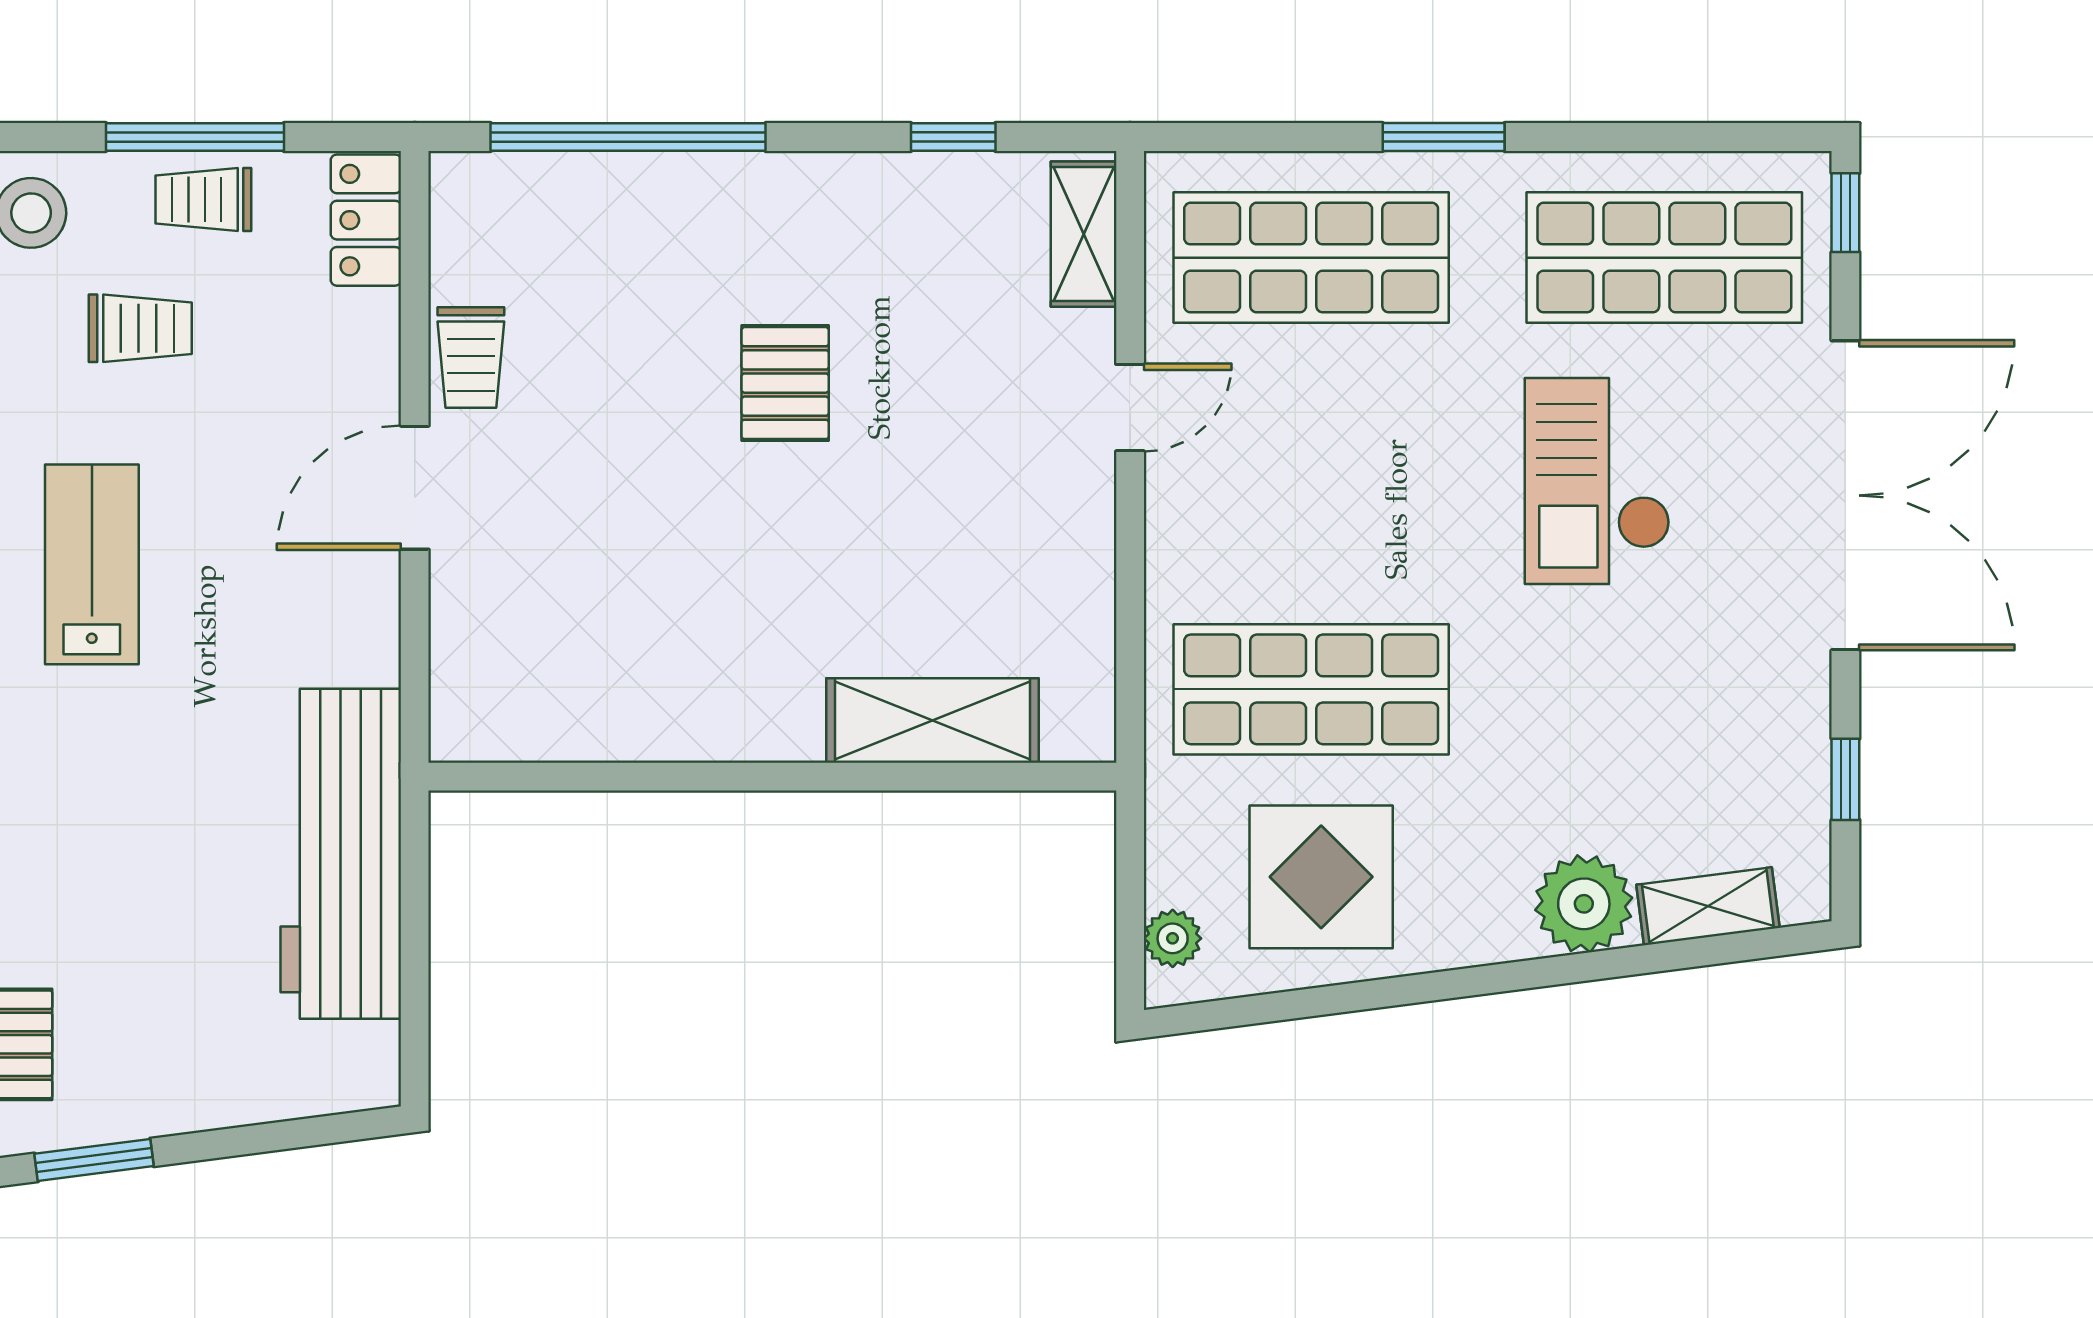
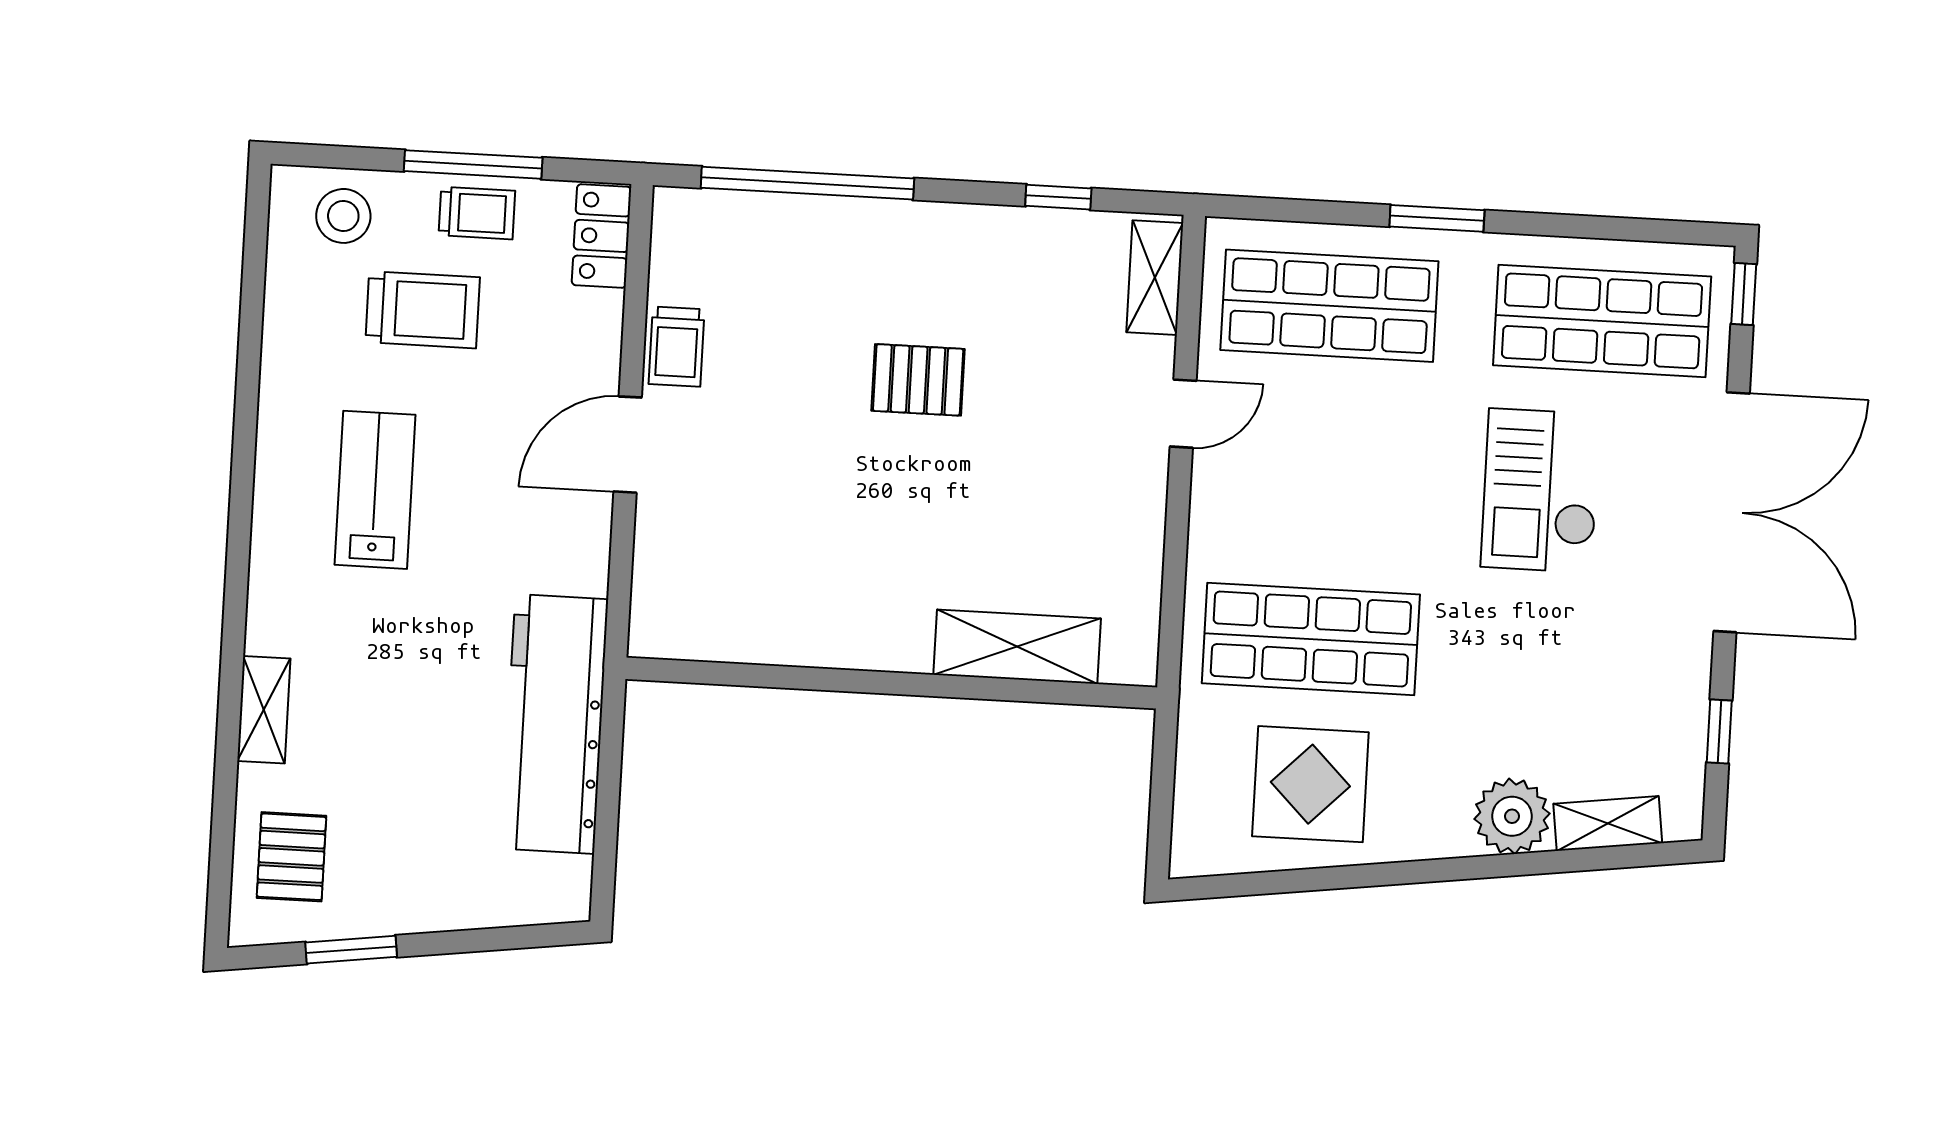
trolley: (203, 199) -> (477, 213), turned 180
trolley: (140, 328) -> (423, 310), width x1.36, depth x1.39
pallet: (785, 383) -> (918, 380), turned 90
plant: (1173, 938) -> (1193, 825), removed

